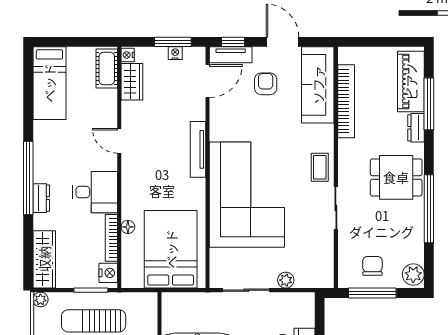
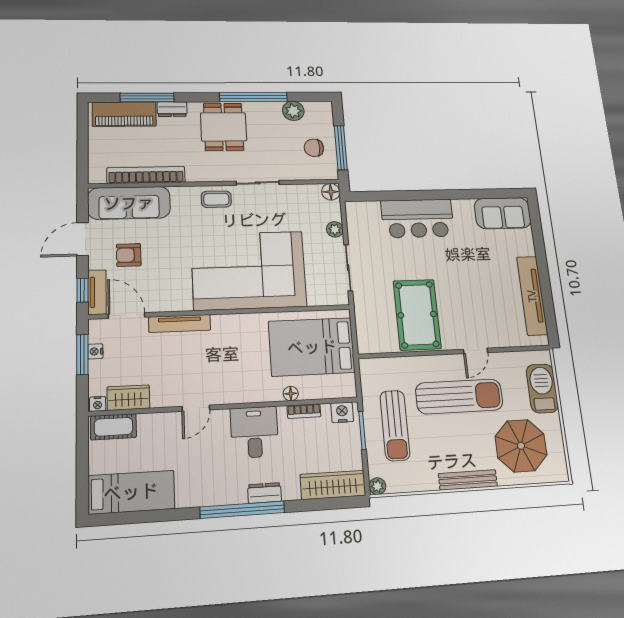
tv unit: (198, 149) -> (180, 323), moved
bookcase: (111, 238) -> (304, 411), width x0.64
plant: (413, 275) -> (293, 111), moved
floor lamp: (325, 279) -> (331, 192), added

